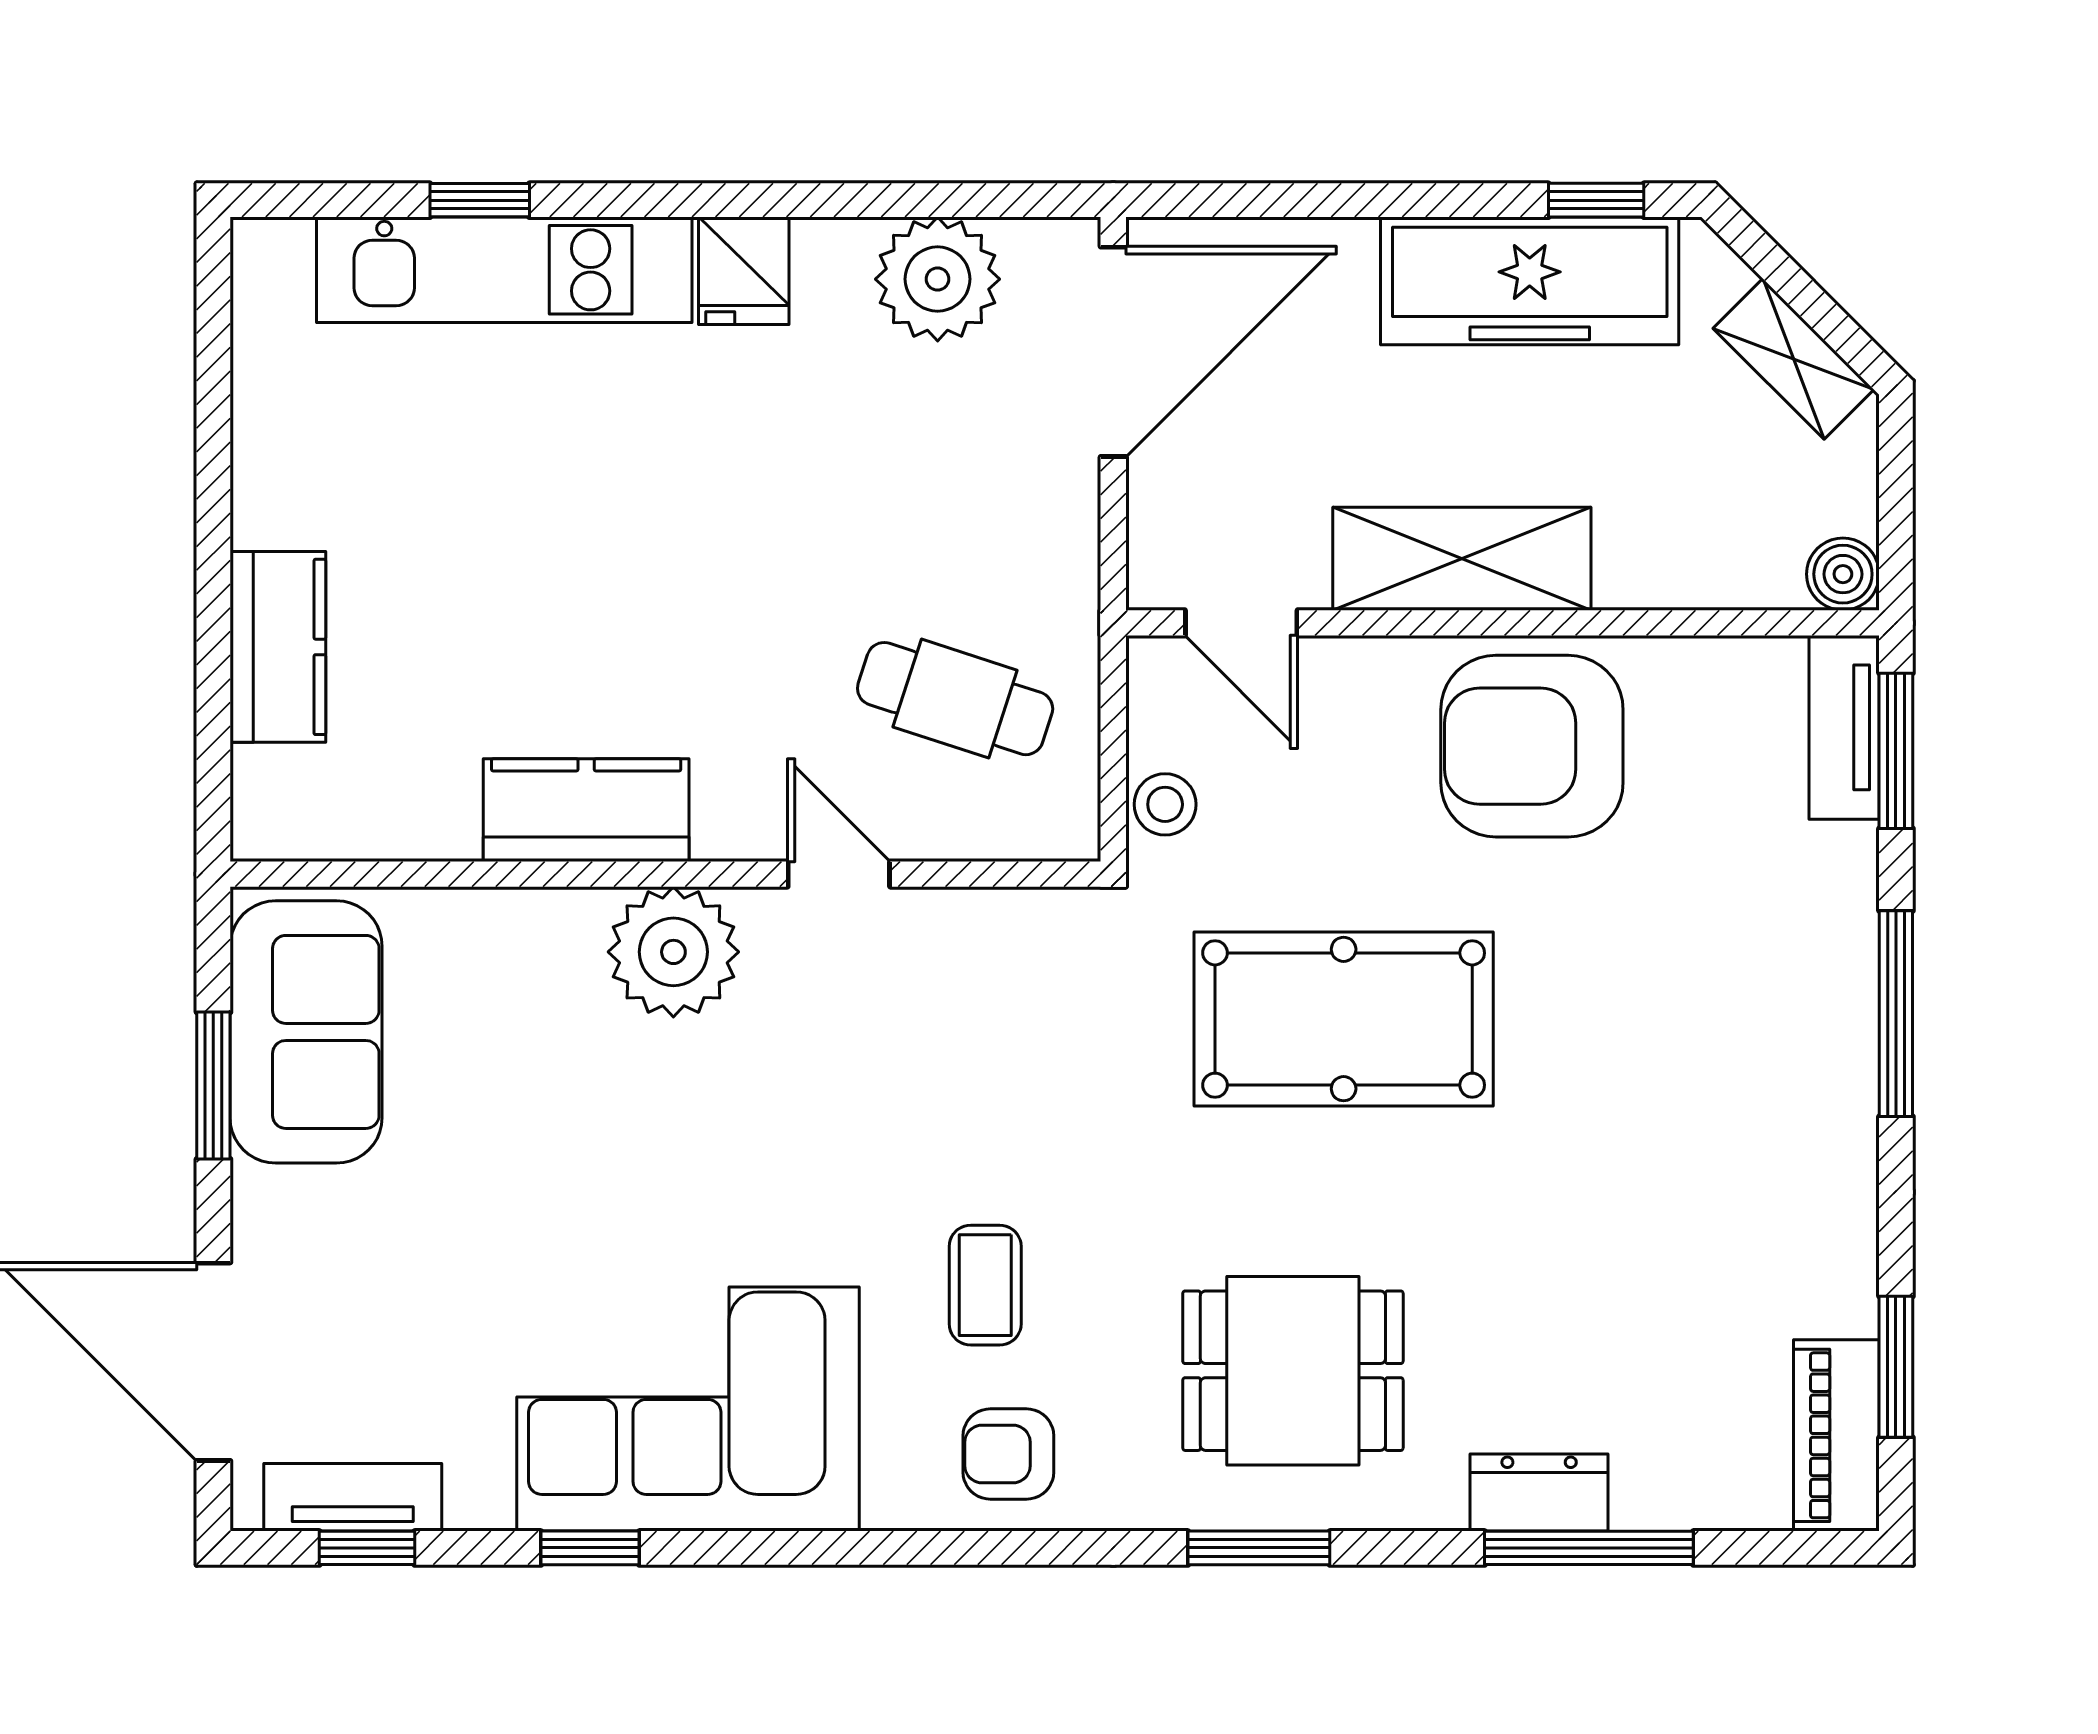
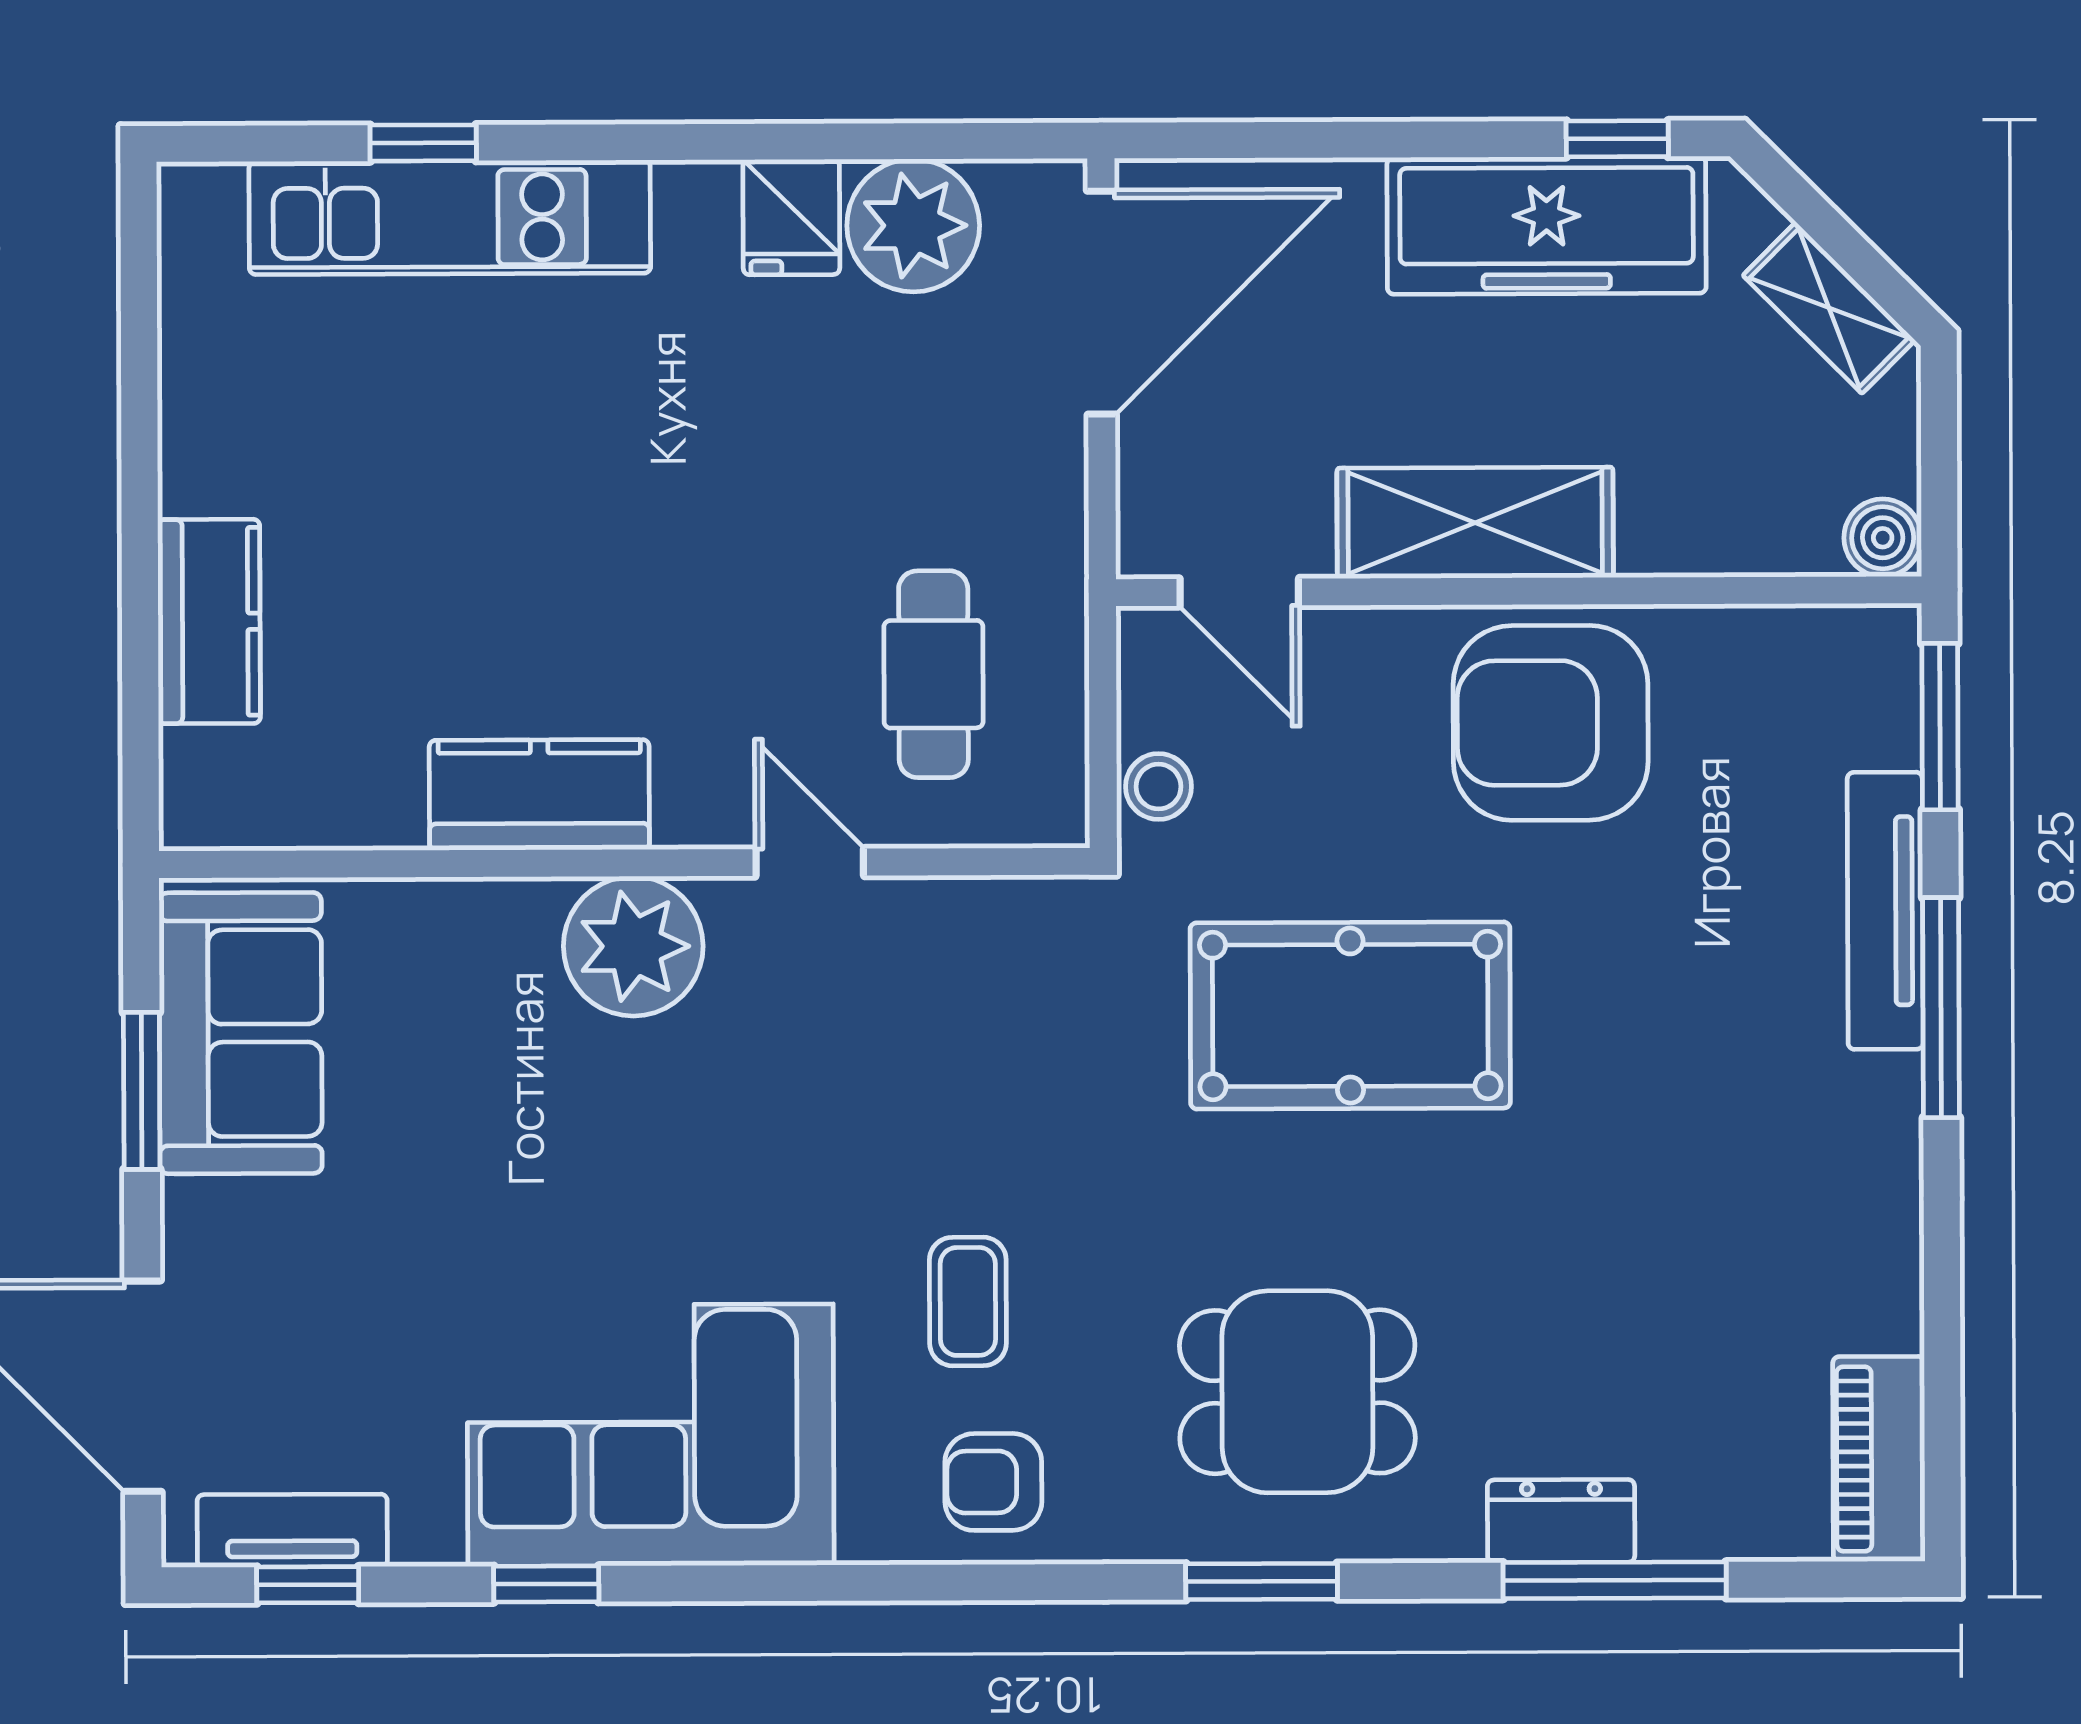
fridge: (744, 271) -> (791, 217), moved
cafe table: (955, 699) -> (933, 674), turned 72
tv unit: (1844, 727) -> (1885, 911), moved, width x1.41
window: (1896, 1367) -> (1942, 1385), removed

